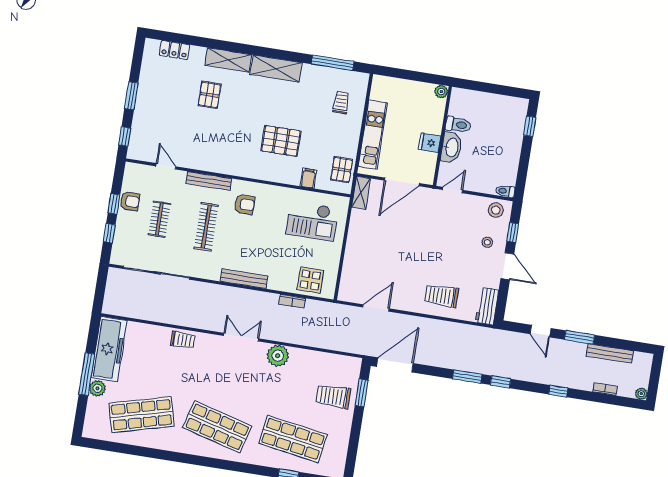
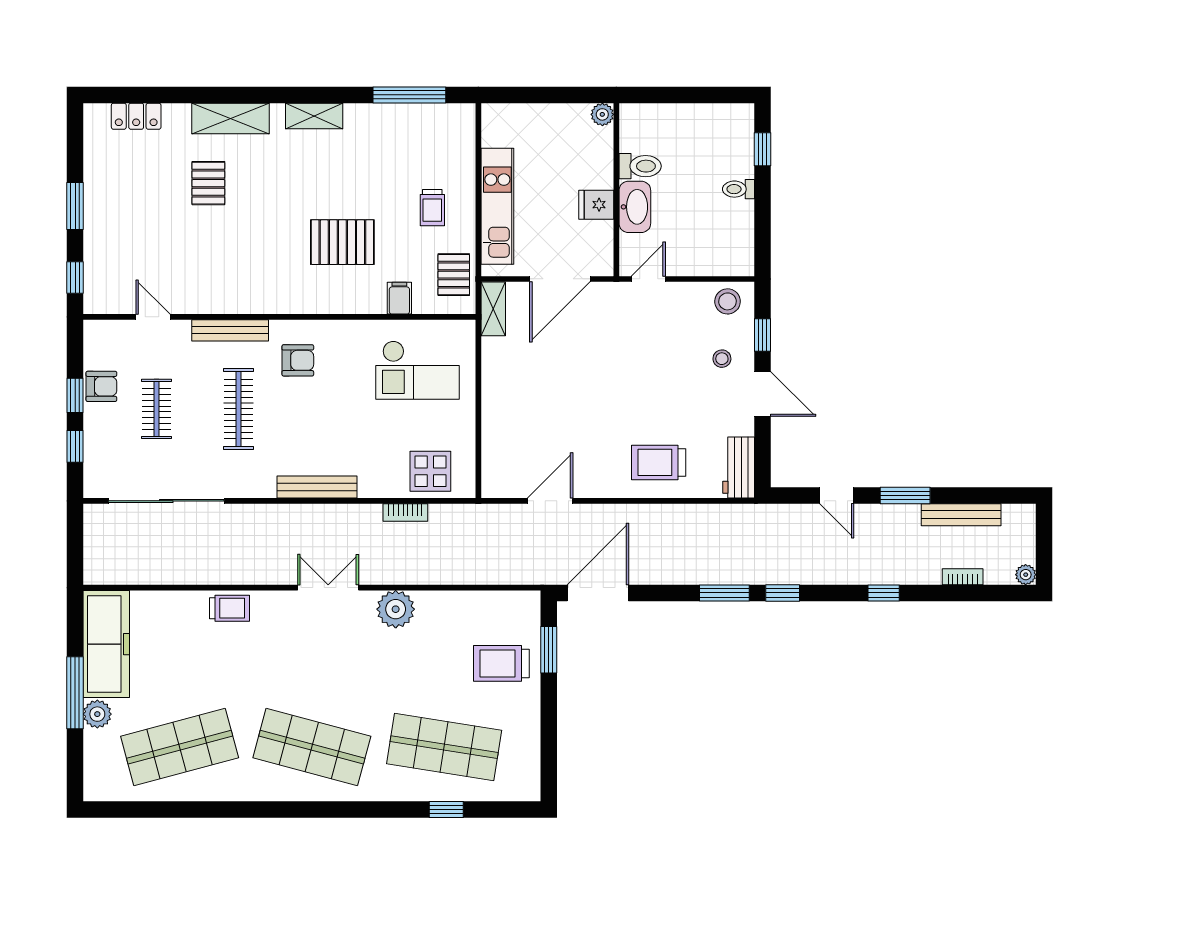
shelving: (276, 69) -> (314, 116), width x0.67, depth x0.75
trolley: (341, 103) -> (432, 208), moved, turned 180
toilet: (505, 191) -> (738, 189), moved

